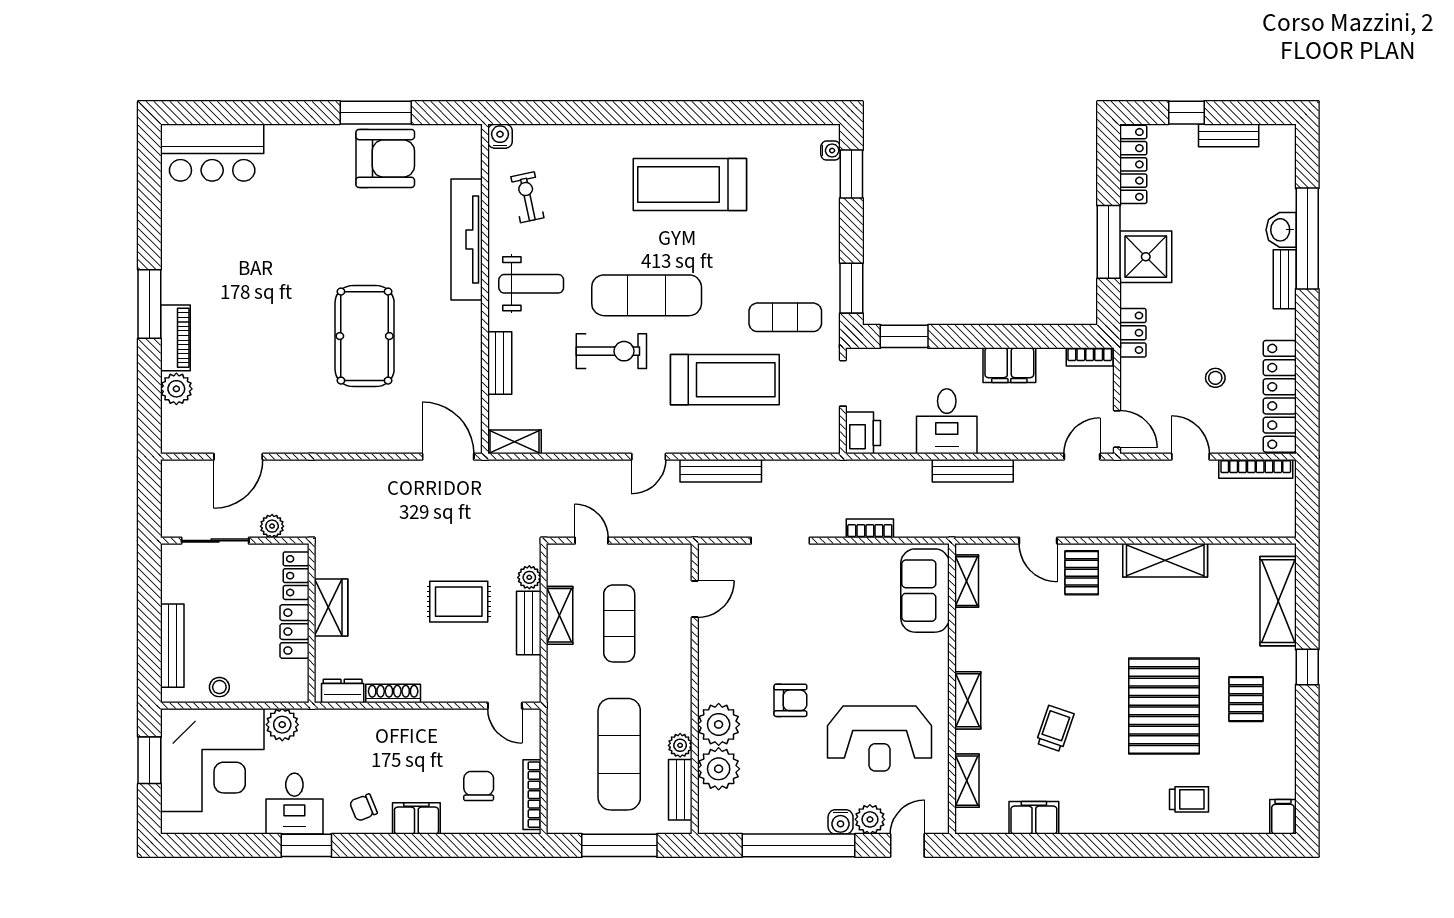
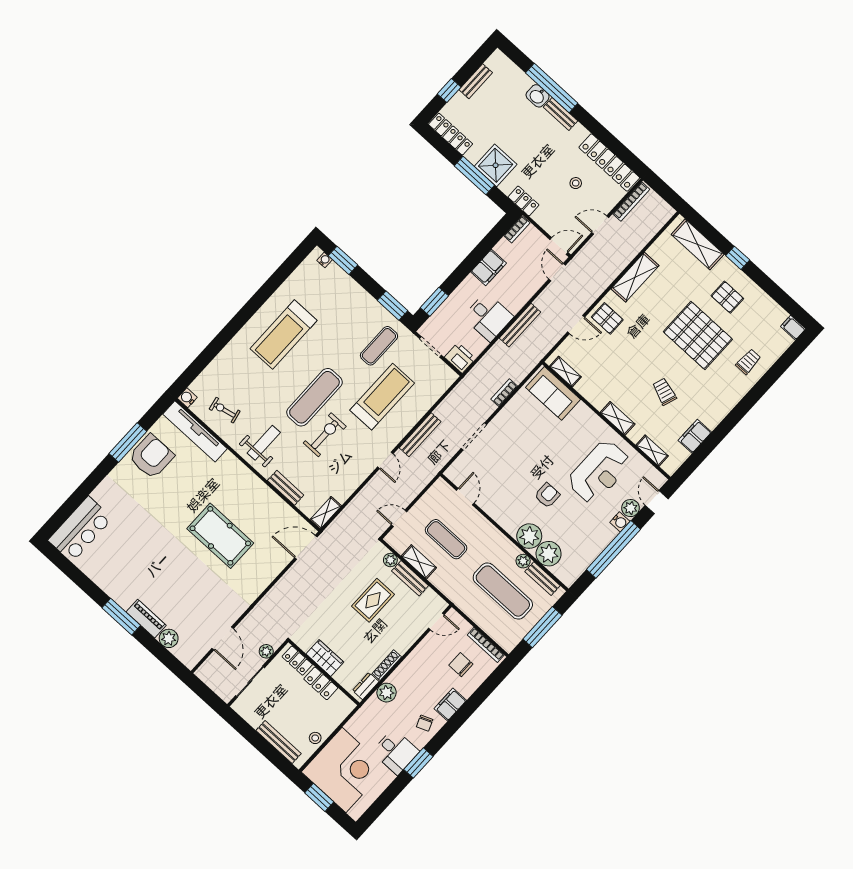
tv unit: (467, 239) -> (195, 431), moved
plant: (282, 725) -> (387, 693), moved

